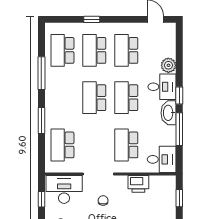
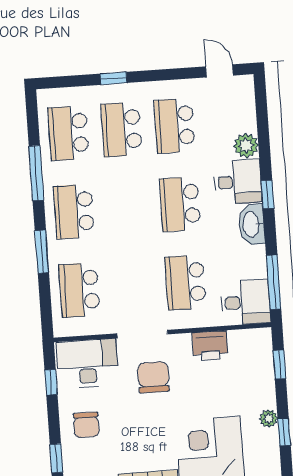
school desk: (94, 98) -> (74, 212), moved
window: (179, 129) -> (274, 282), moved
chair: (103, 201) -> (153, 377), width x1.87, depth x1.87

